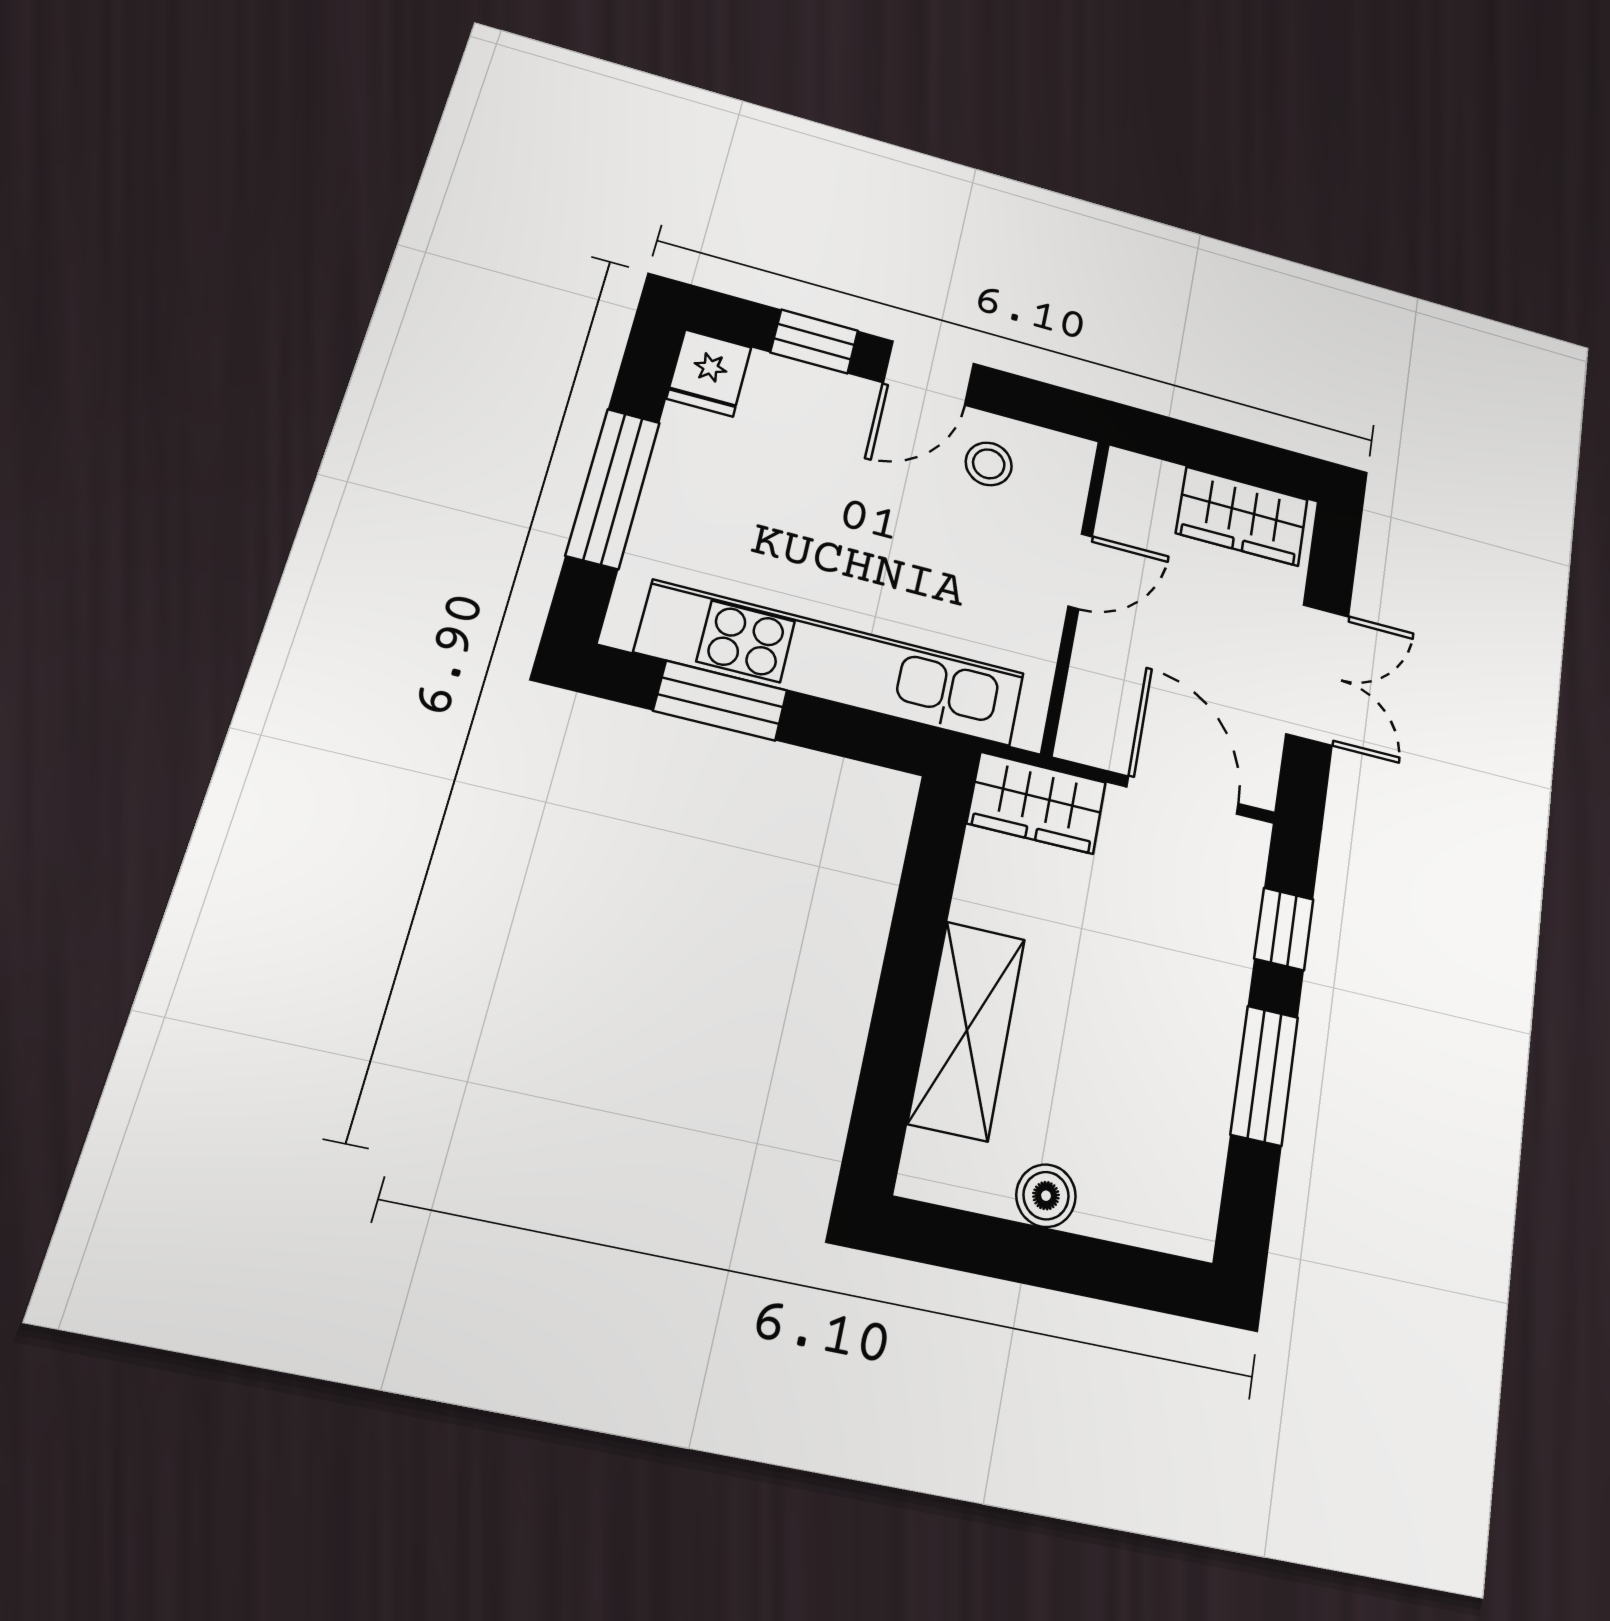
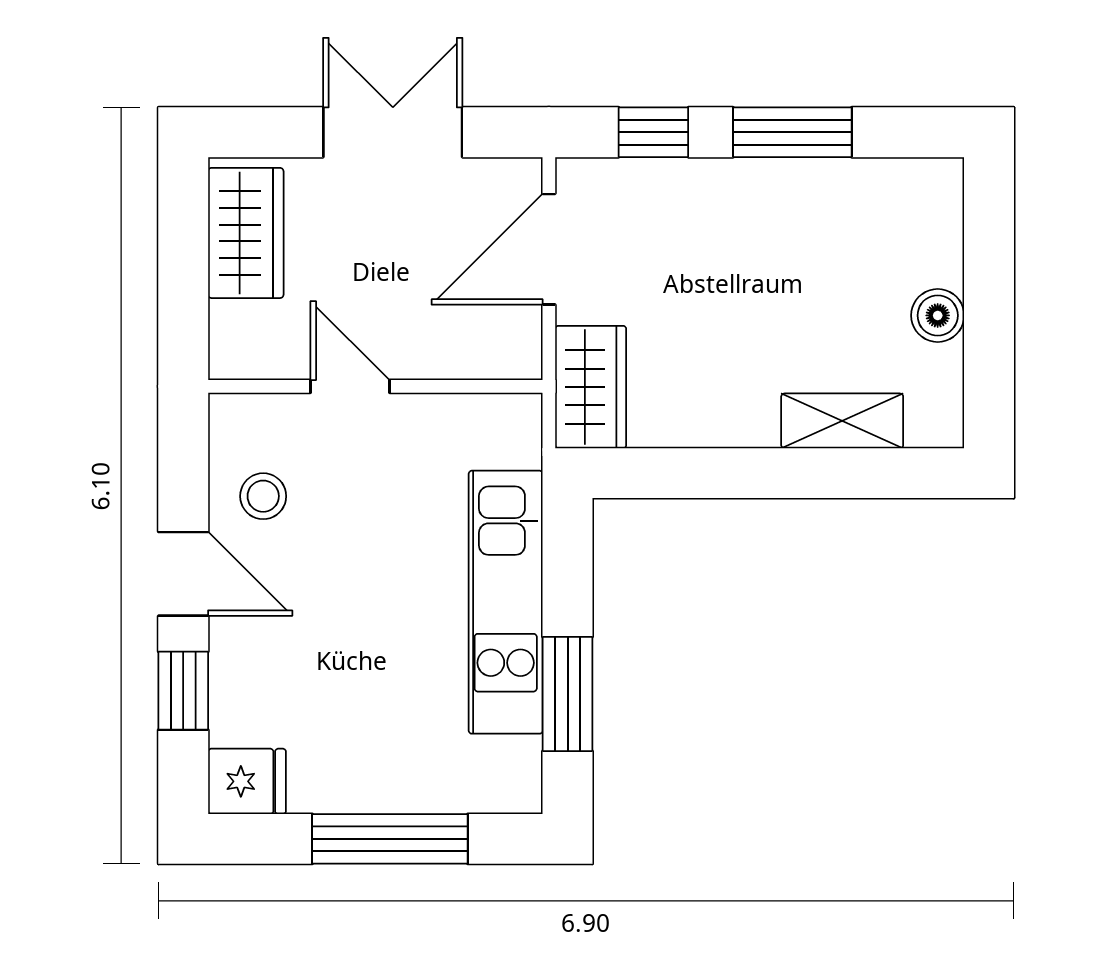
kitchen unit: (832, 663) -> (506, 602), width x0.73
shelving: (967, 1030) -> (842, 421), width x0.67, depth x0.75

